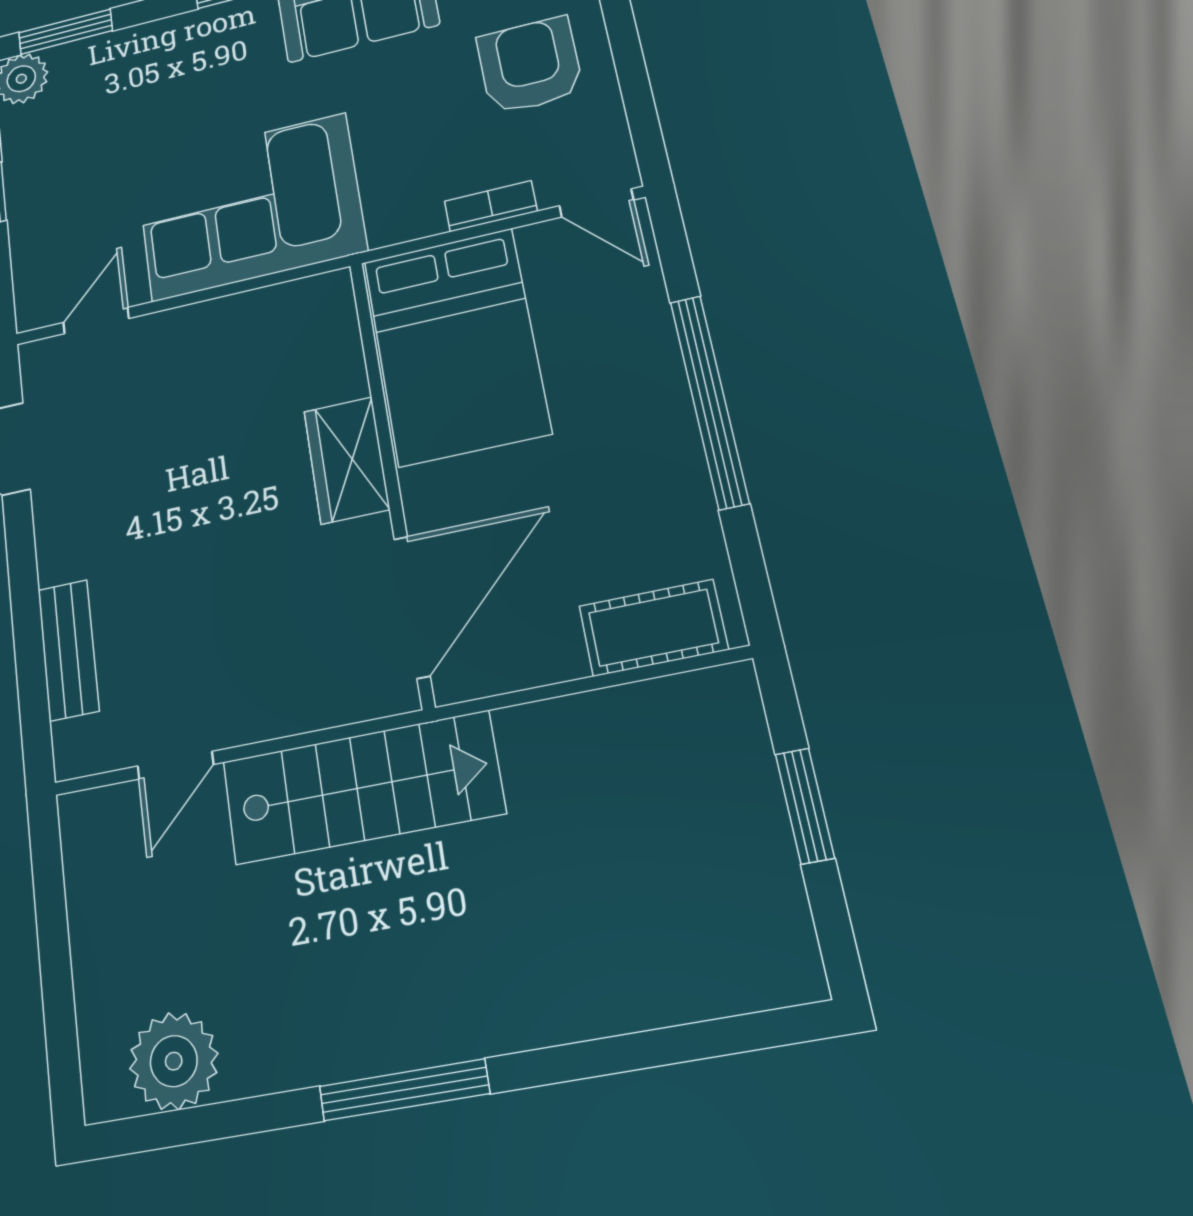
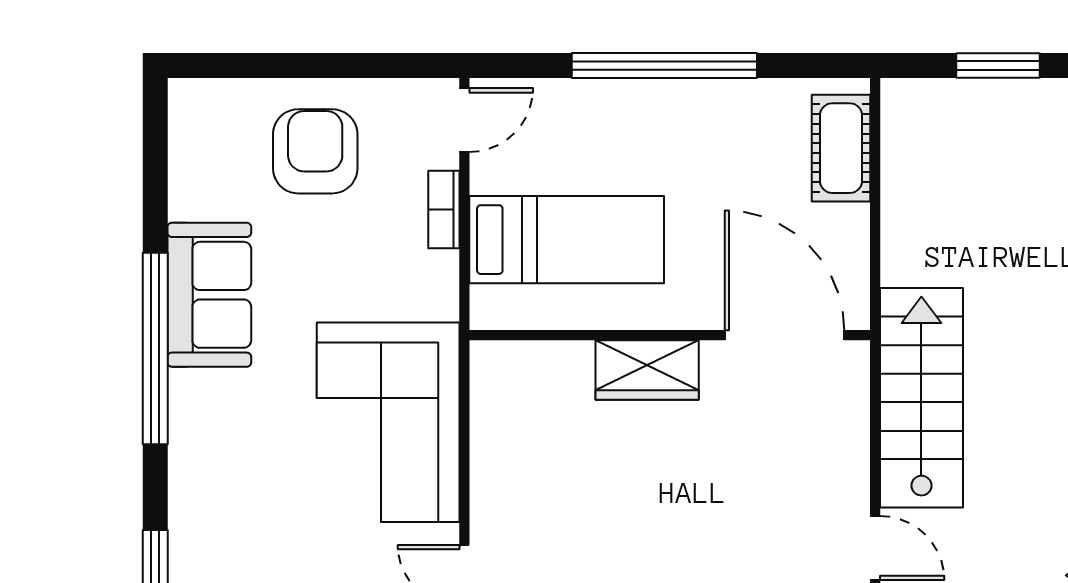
armchair: (530, 65) -> (315, 151), turned 90
bed: (456, 346) -> (567, 240), width x0.67

